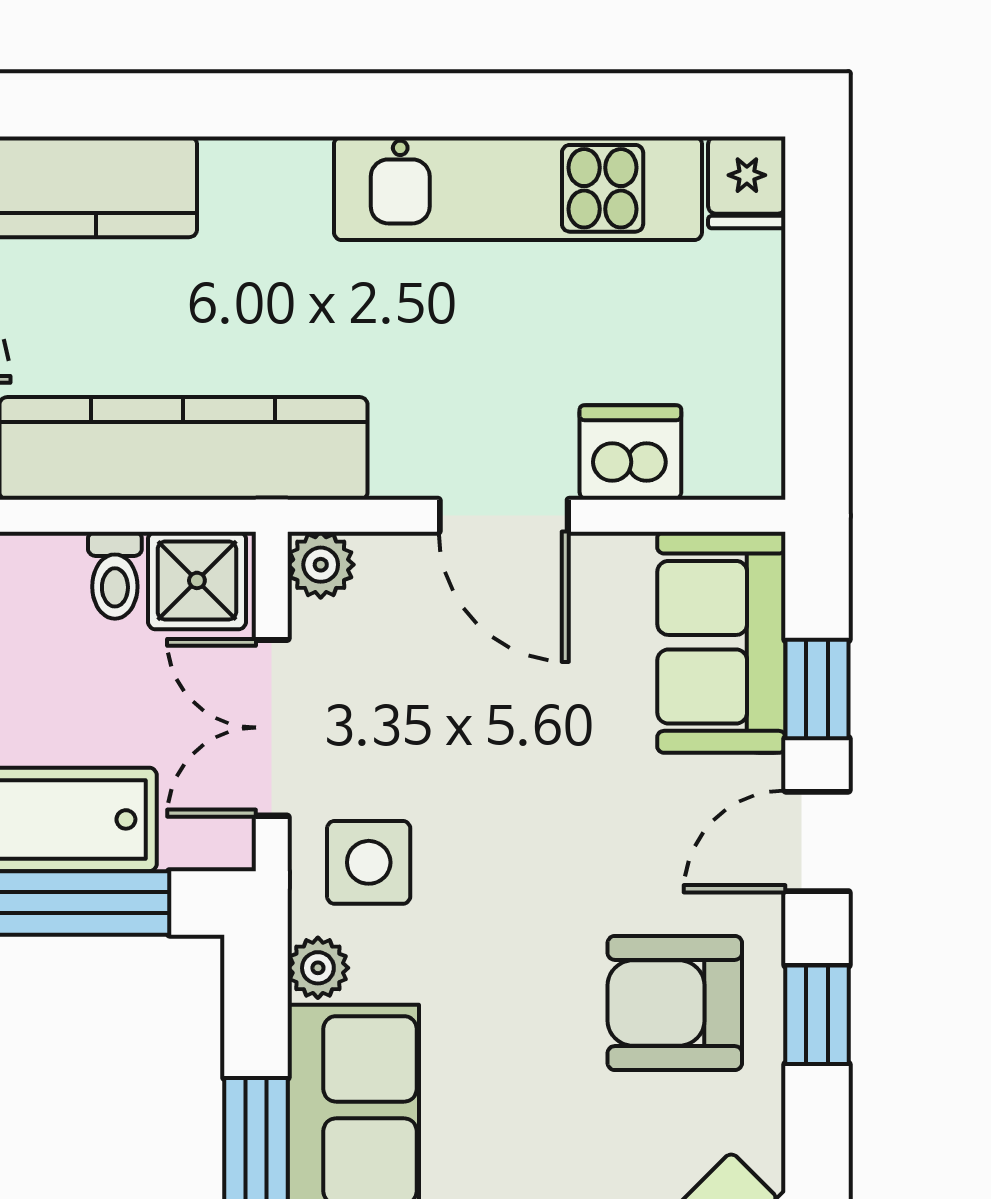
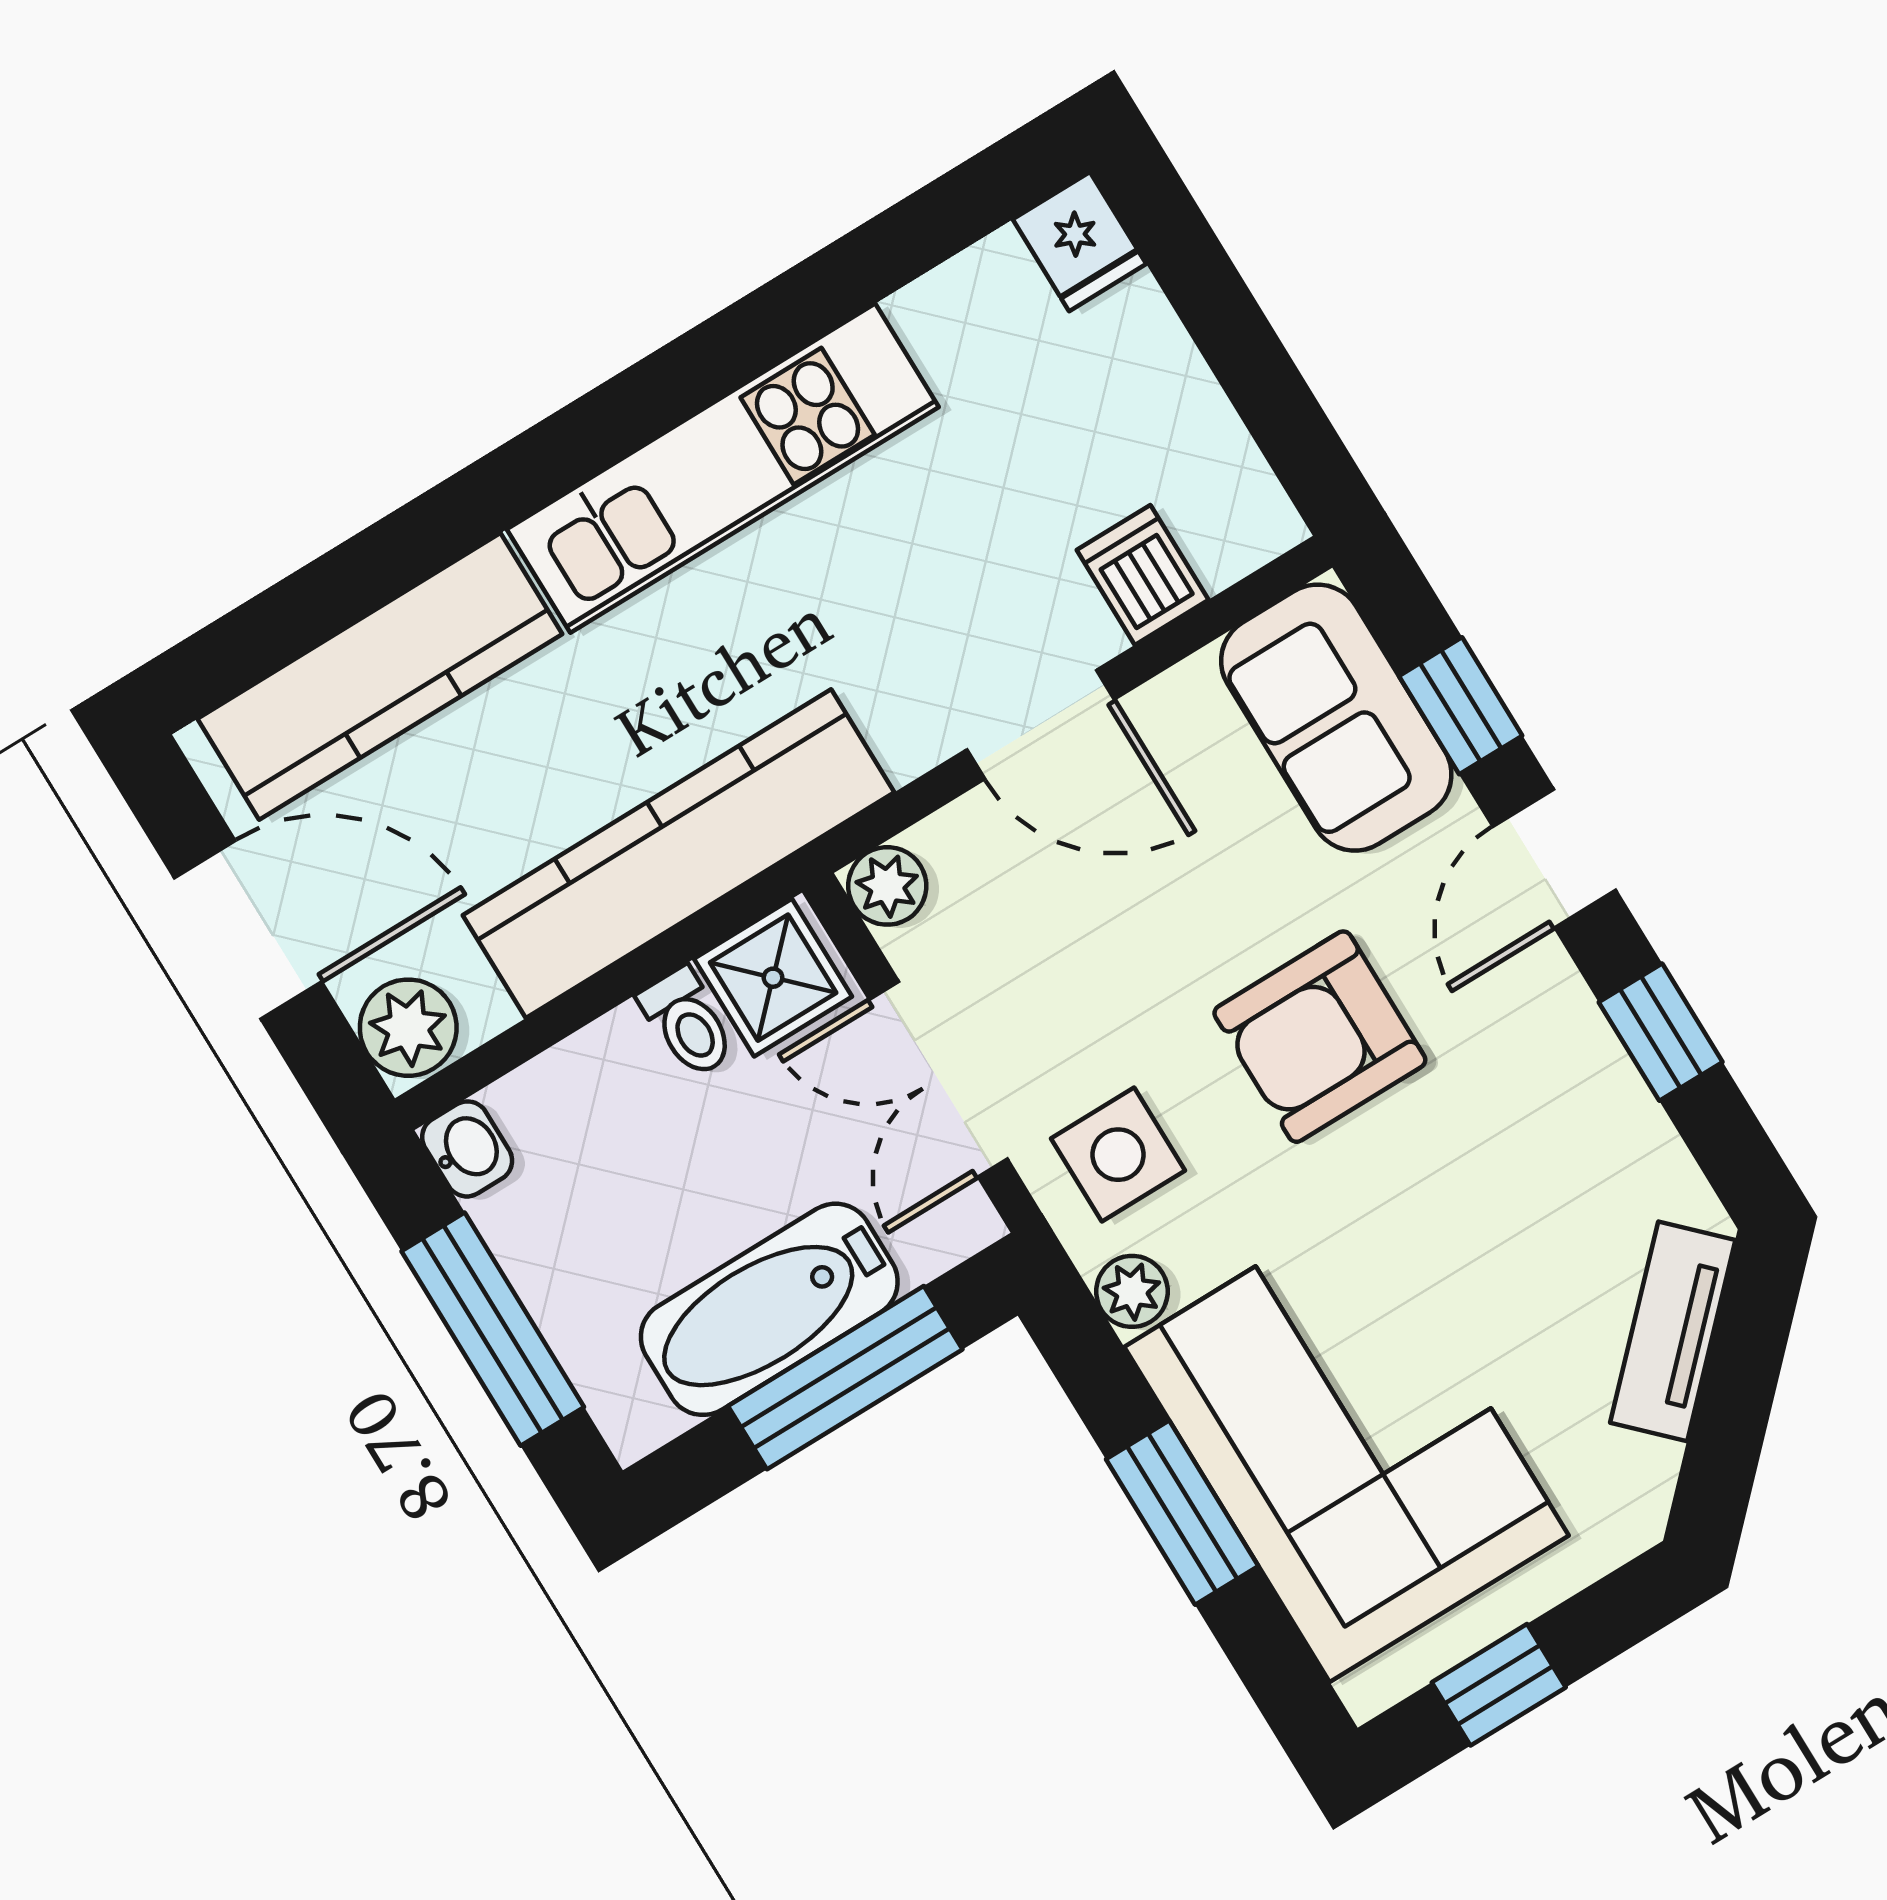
kitchen unit: (518, 188) -> (723, 468), moved
dishwasher: (630, 453) -> (1143, 575), width x0.73
armchair: (675, 1003) -> (1320, 1037), moved

